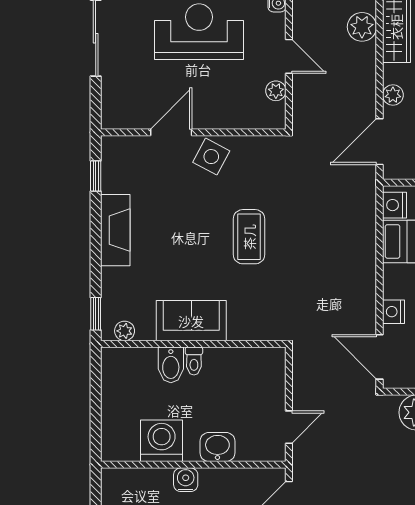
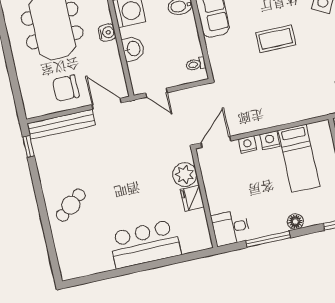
nightstand: (394, 205) -> (270, 140), moved
toilet: (194, 361) -> (196, 64), moved

